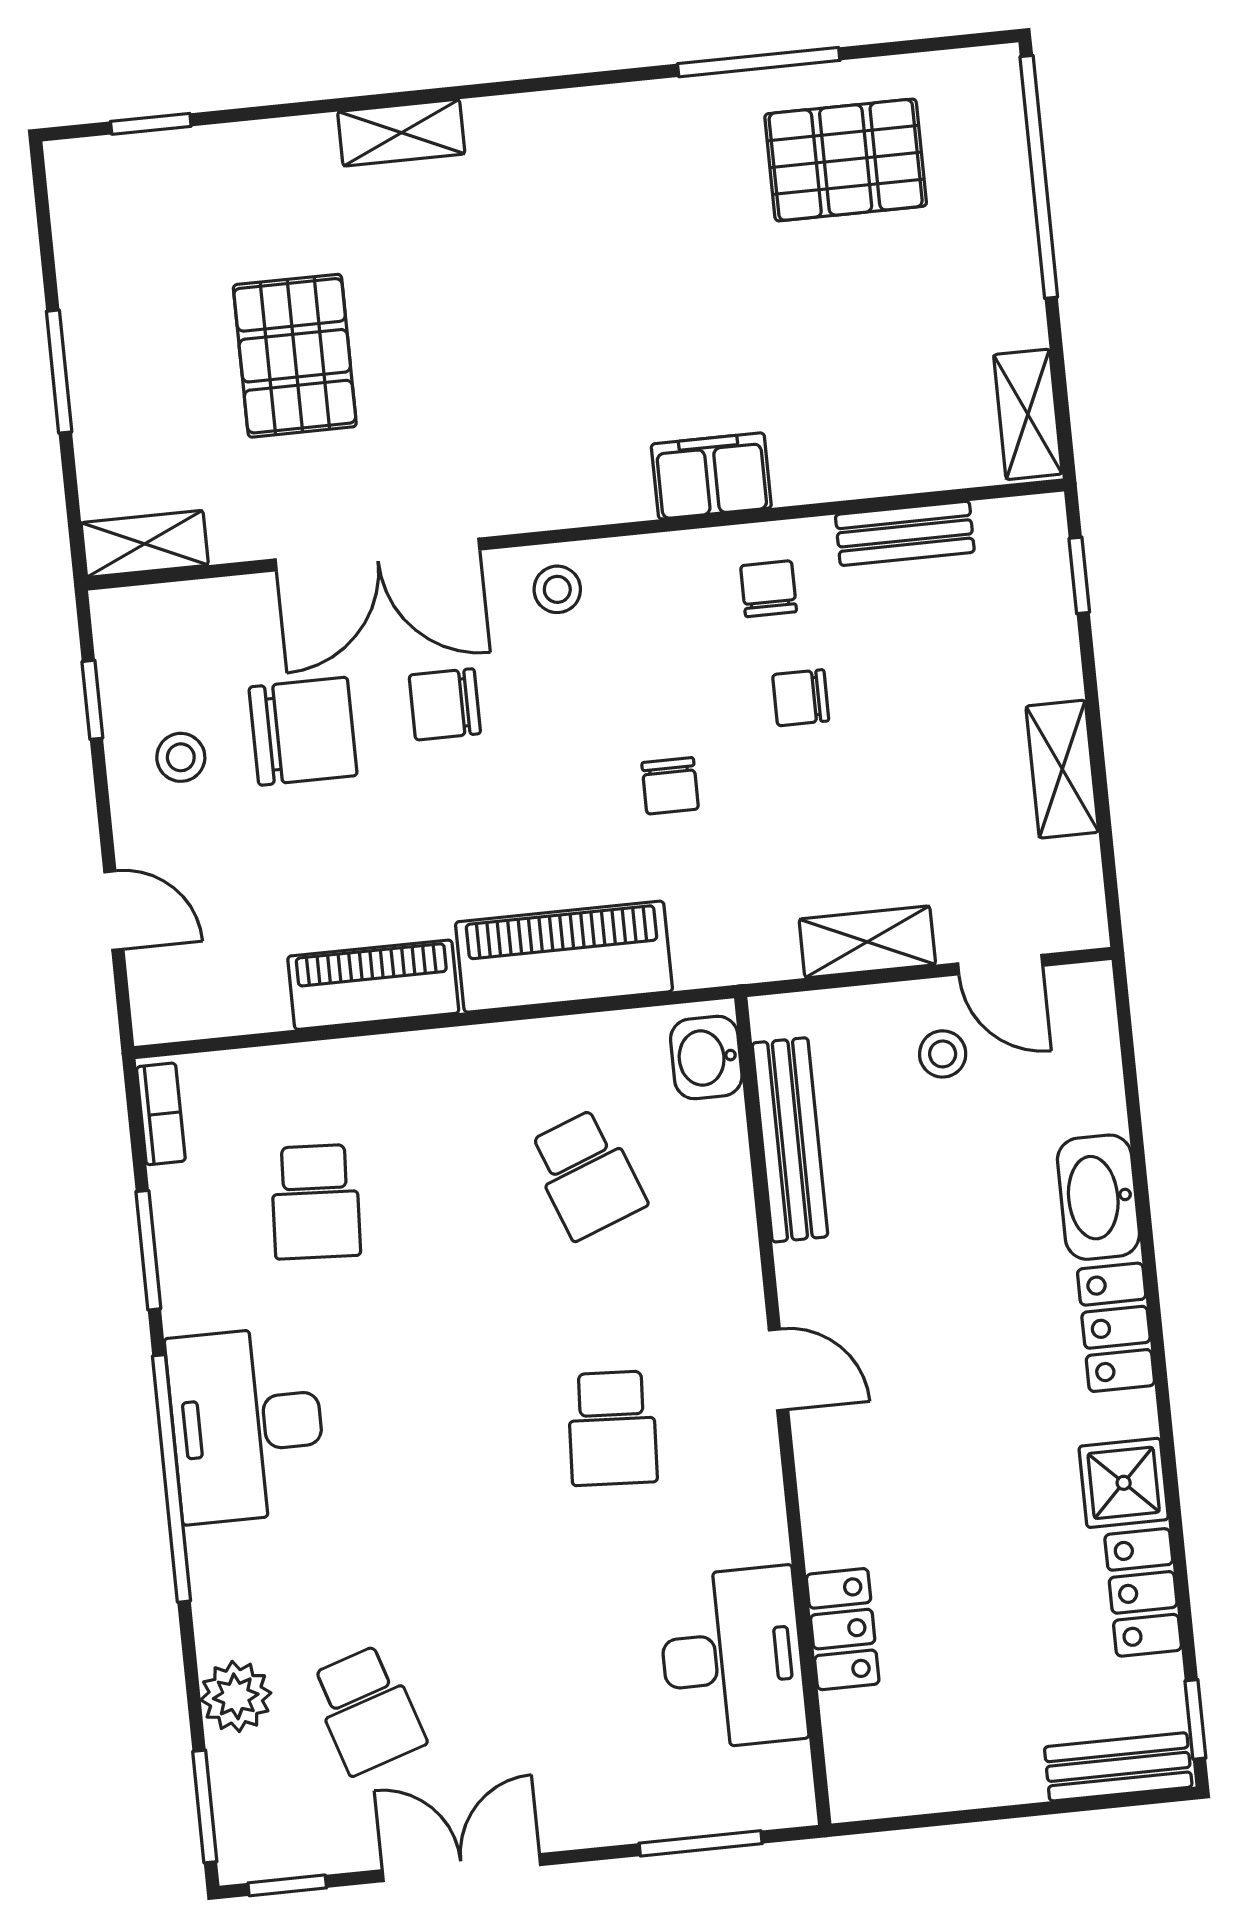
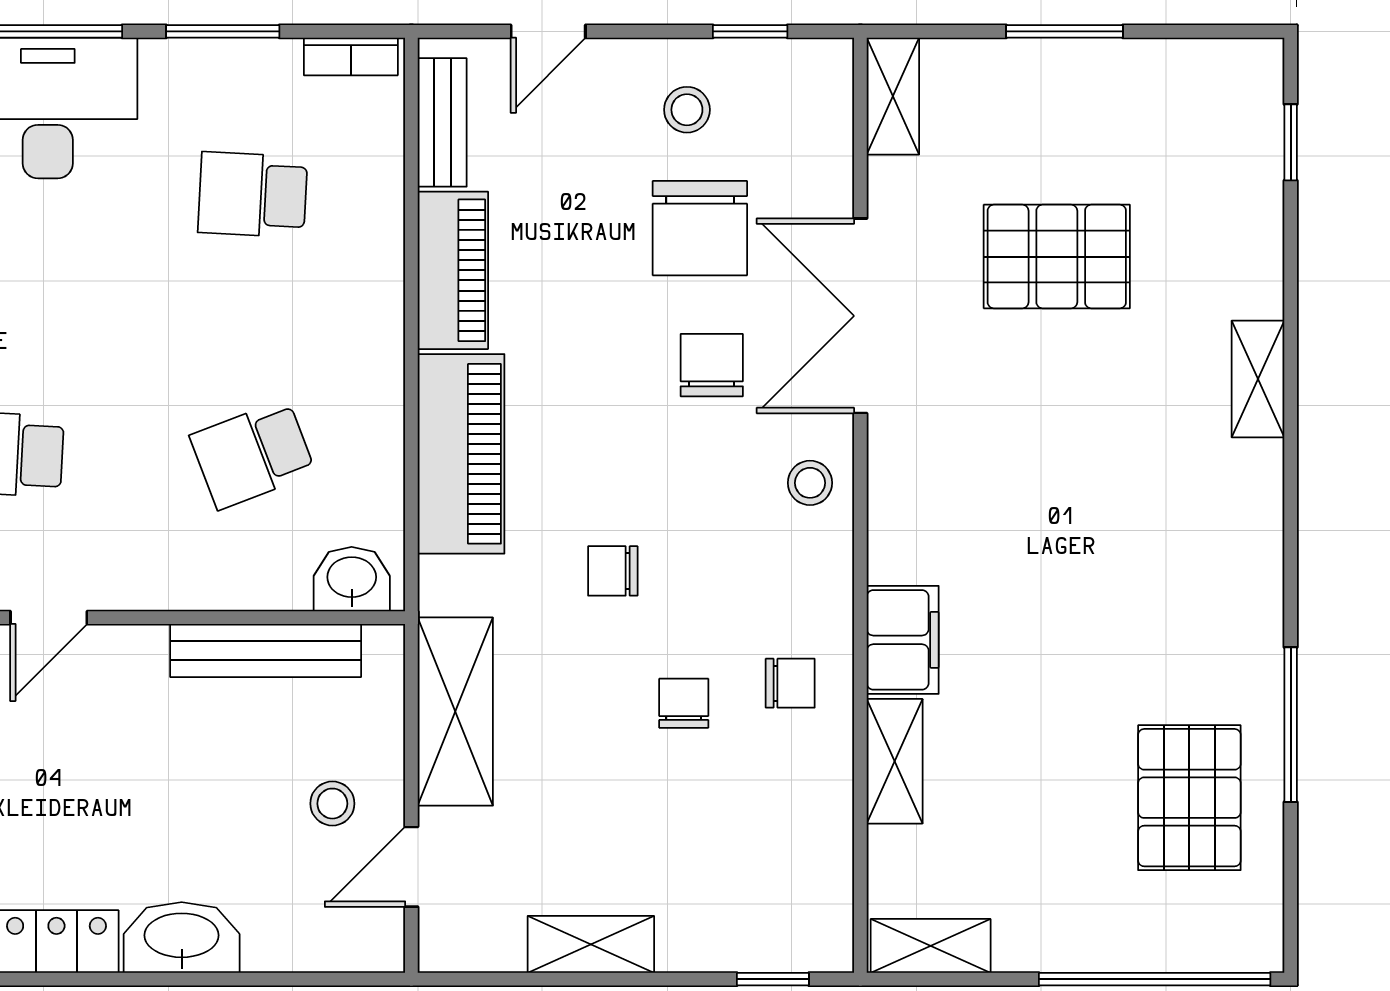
shelving: (839, 472) -> (895, 761), added
bench: (905, 533) -> (442, 122), moved
shelving: (867, 942) -> (455, 712), width x1.50, depth x1.33

